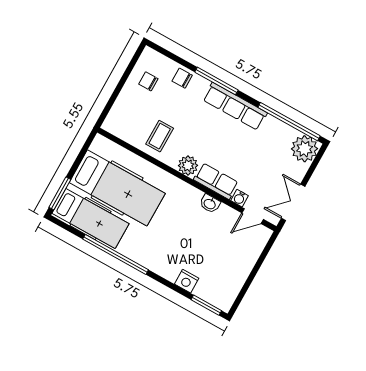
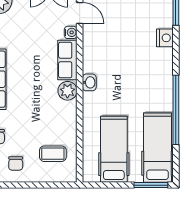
coffee table: (160, 136) -> (53, 154), moved
hospital bed: (117, 188) -> (114, 149), width x0.73, depth x0.78
washbasin: (210, 204) -> (89, 82), moved

